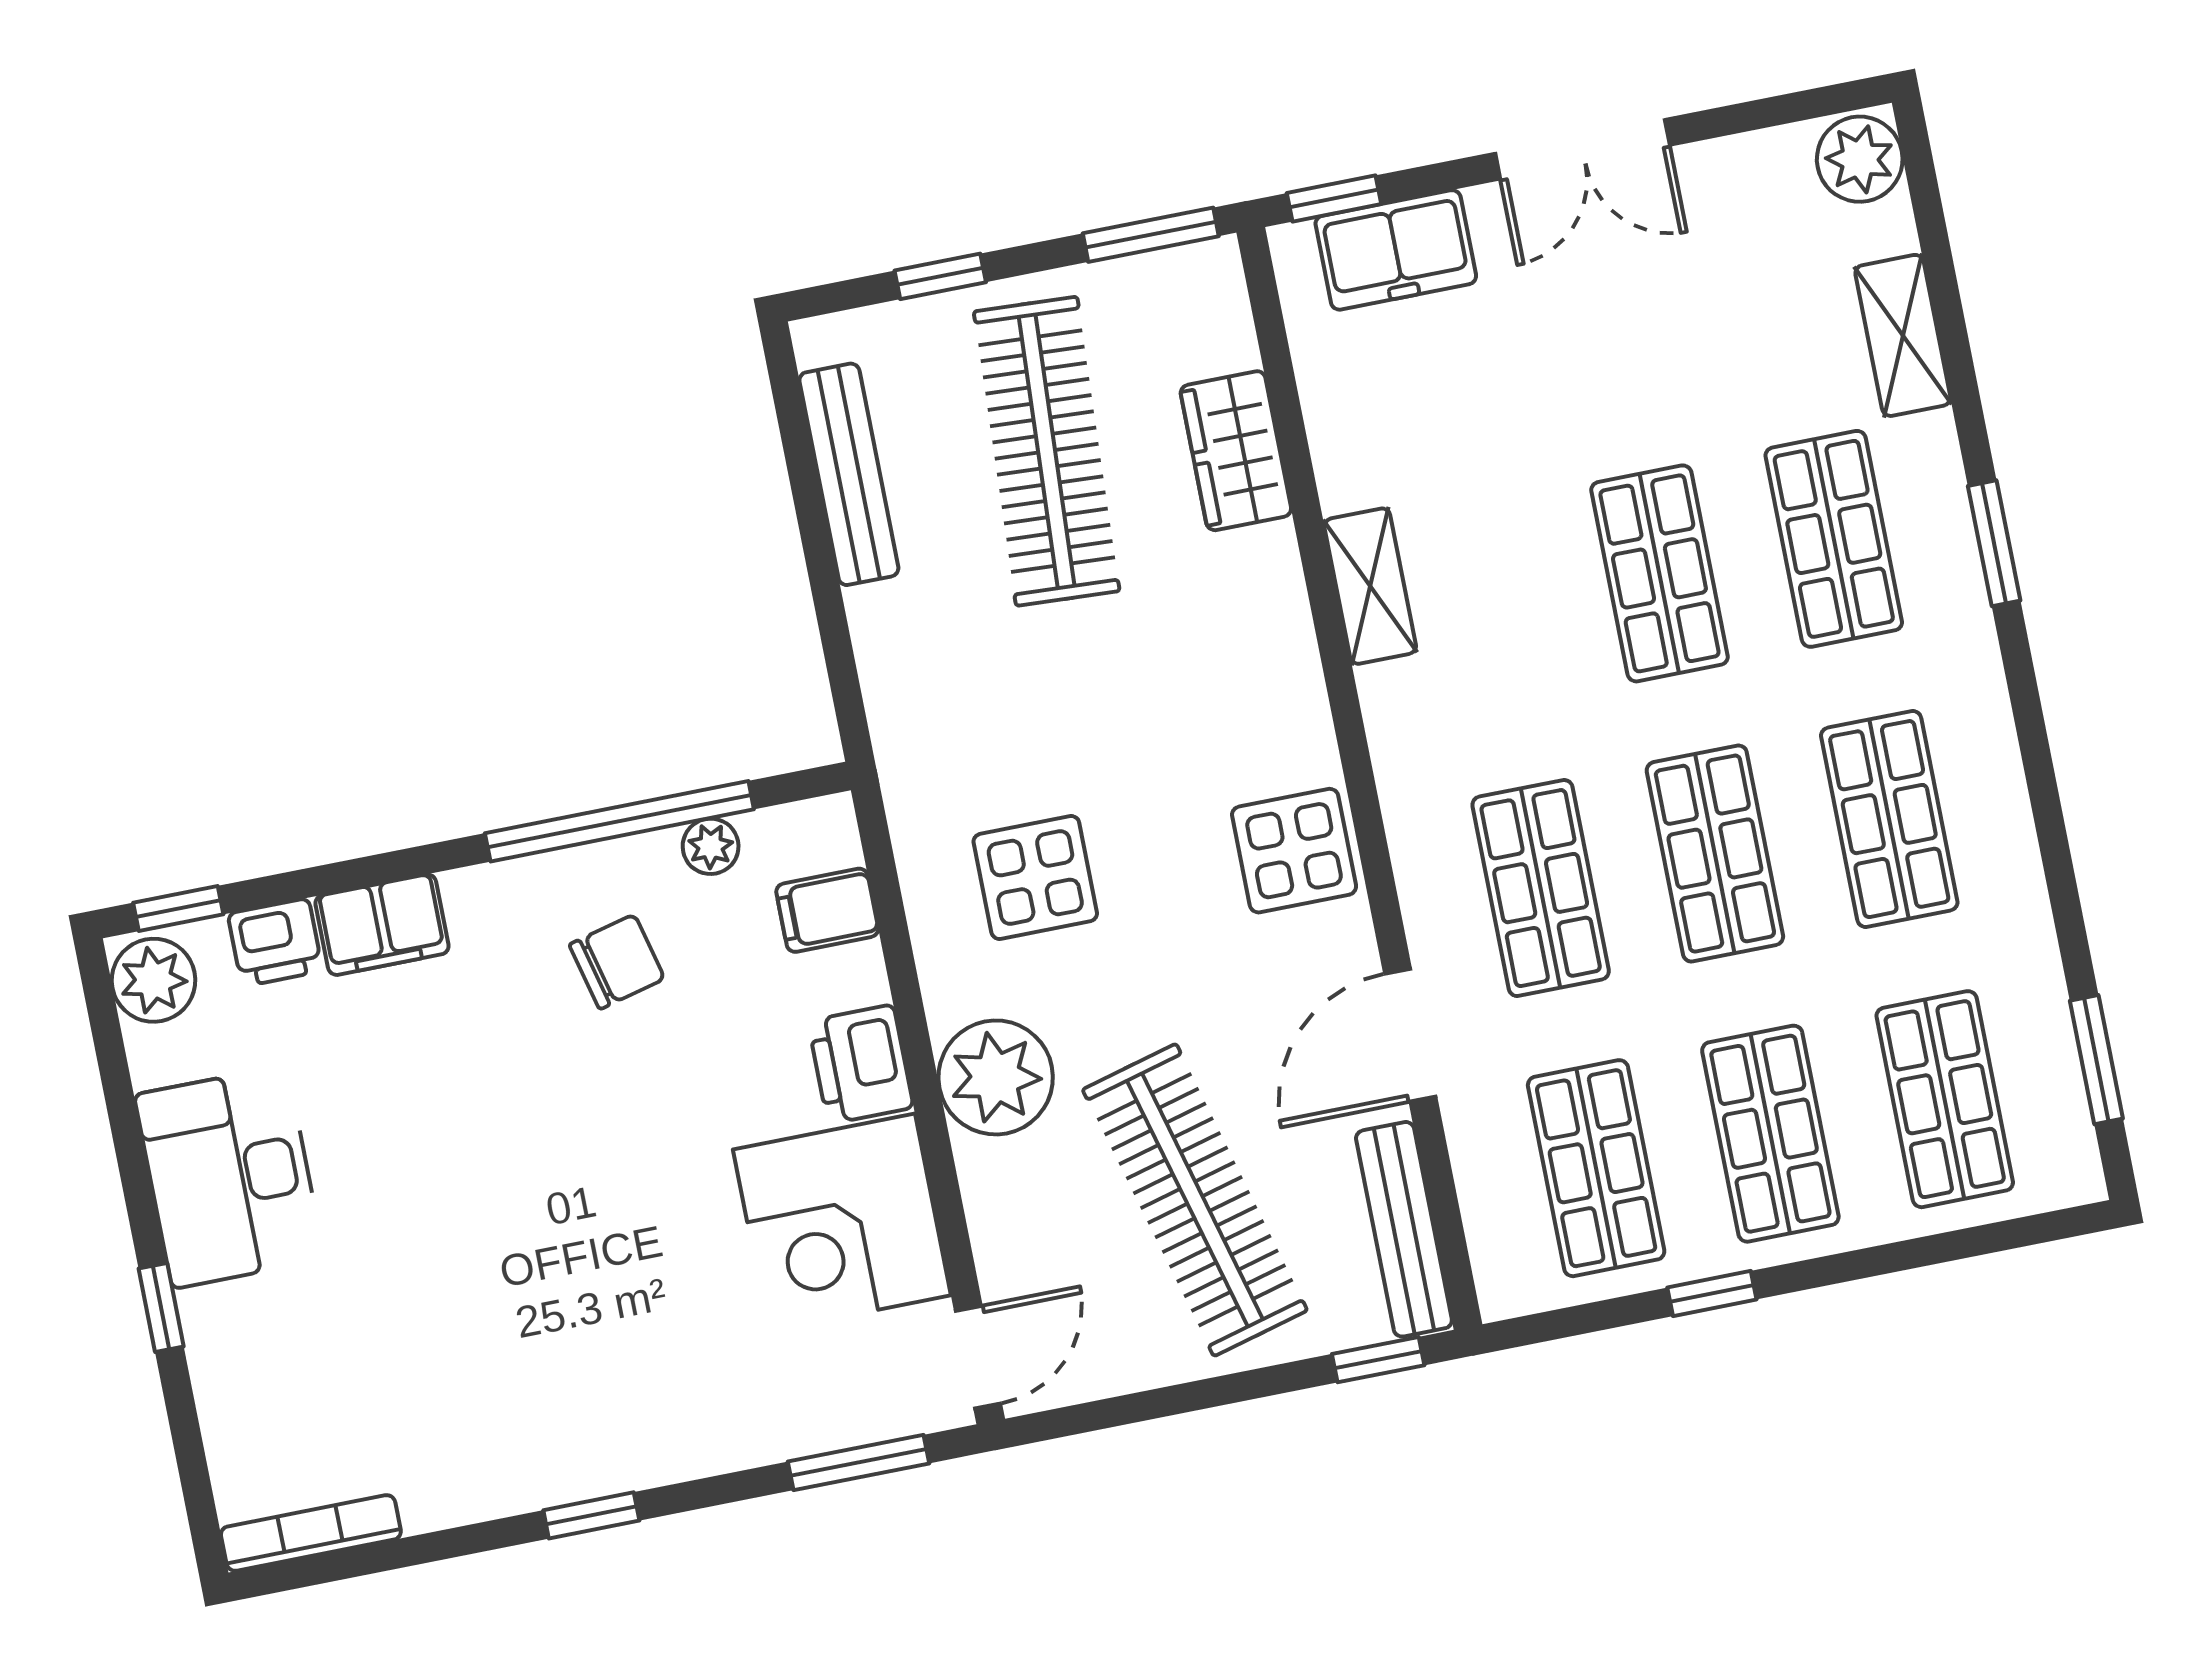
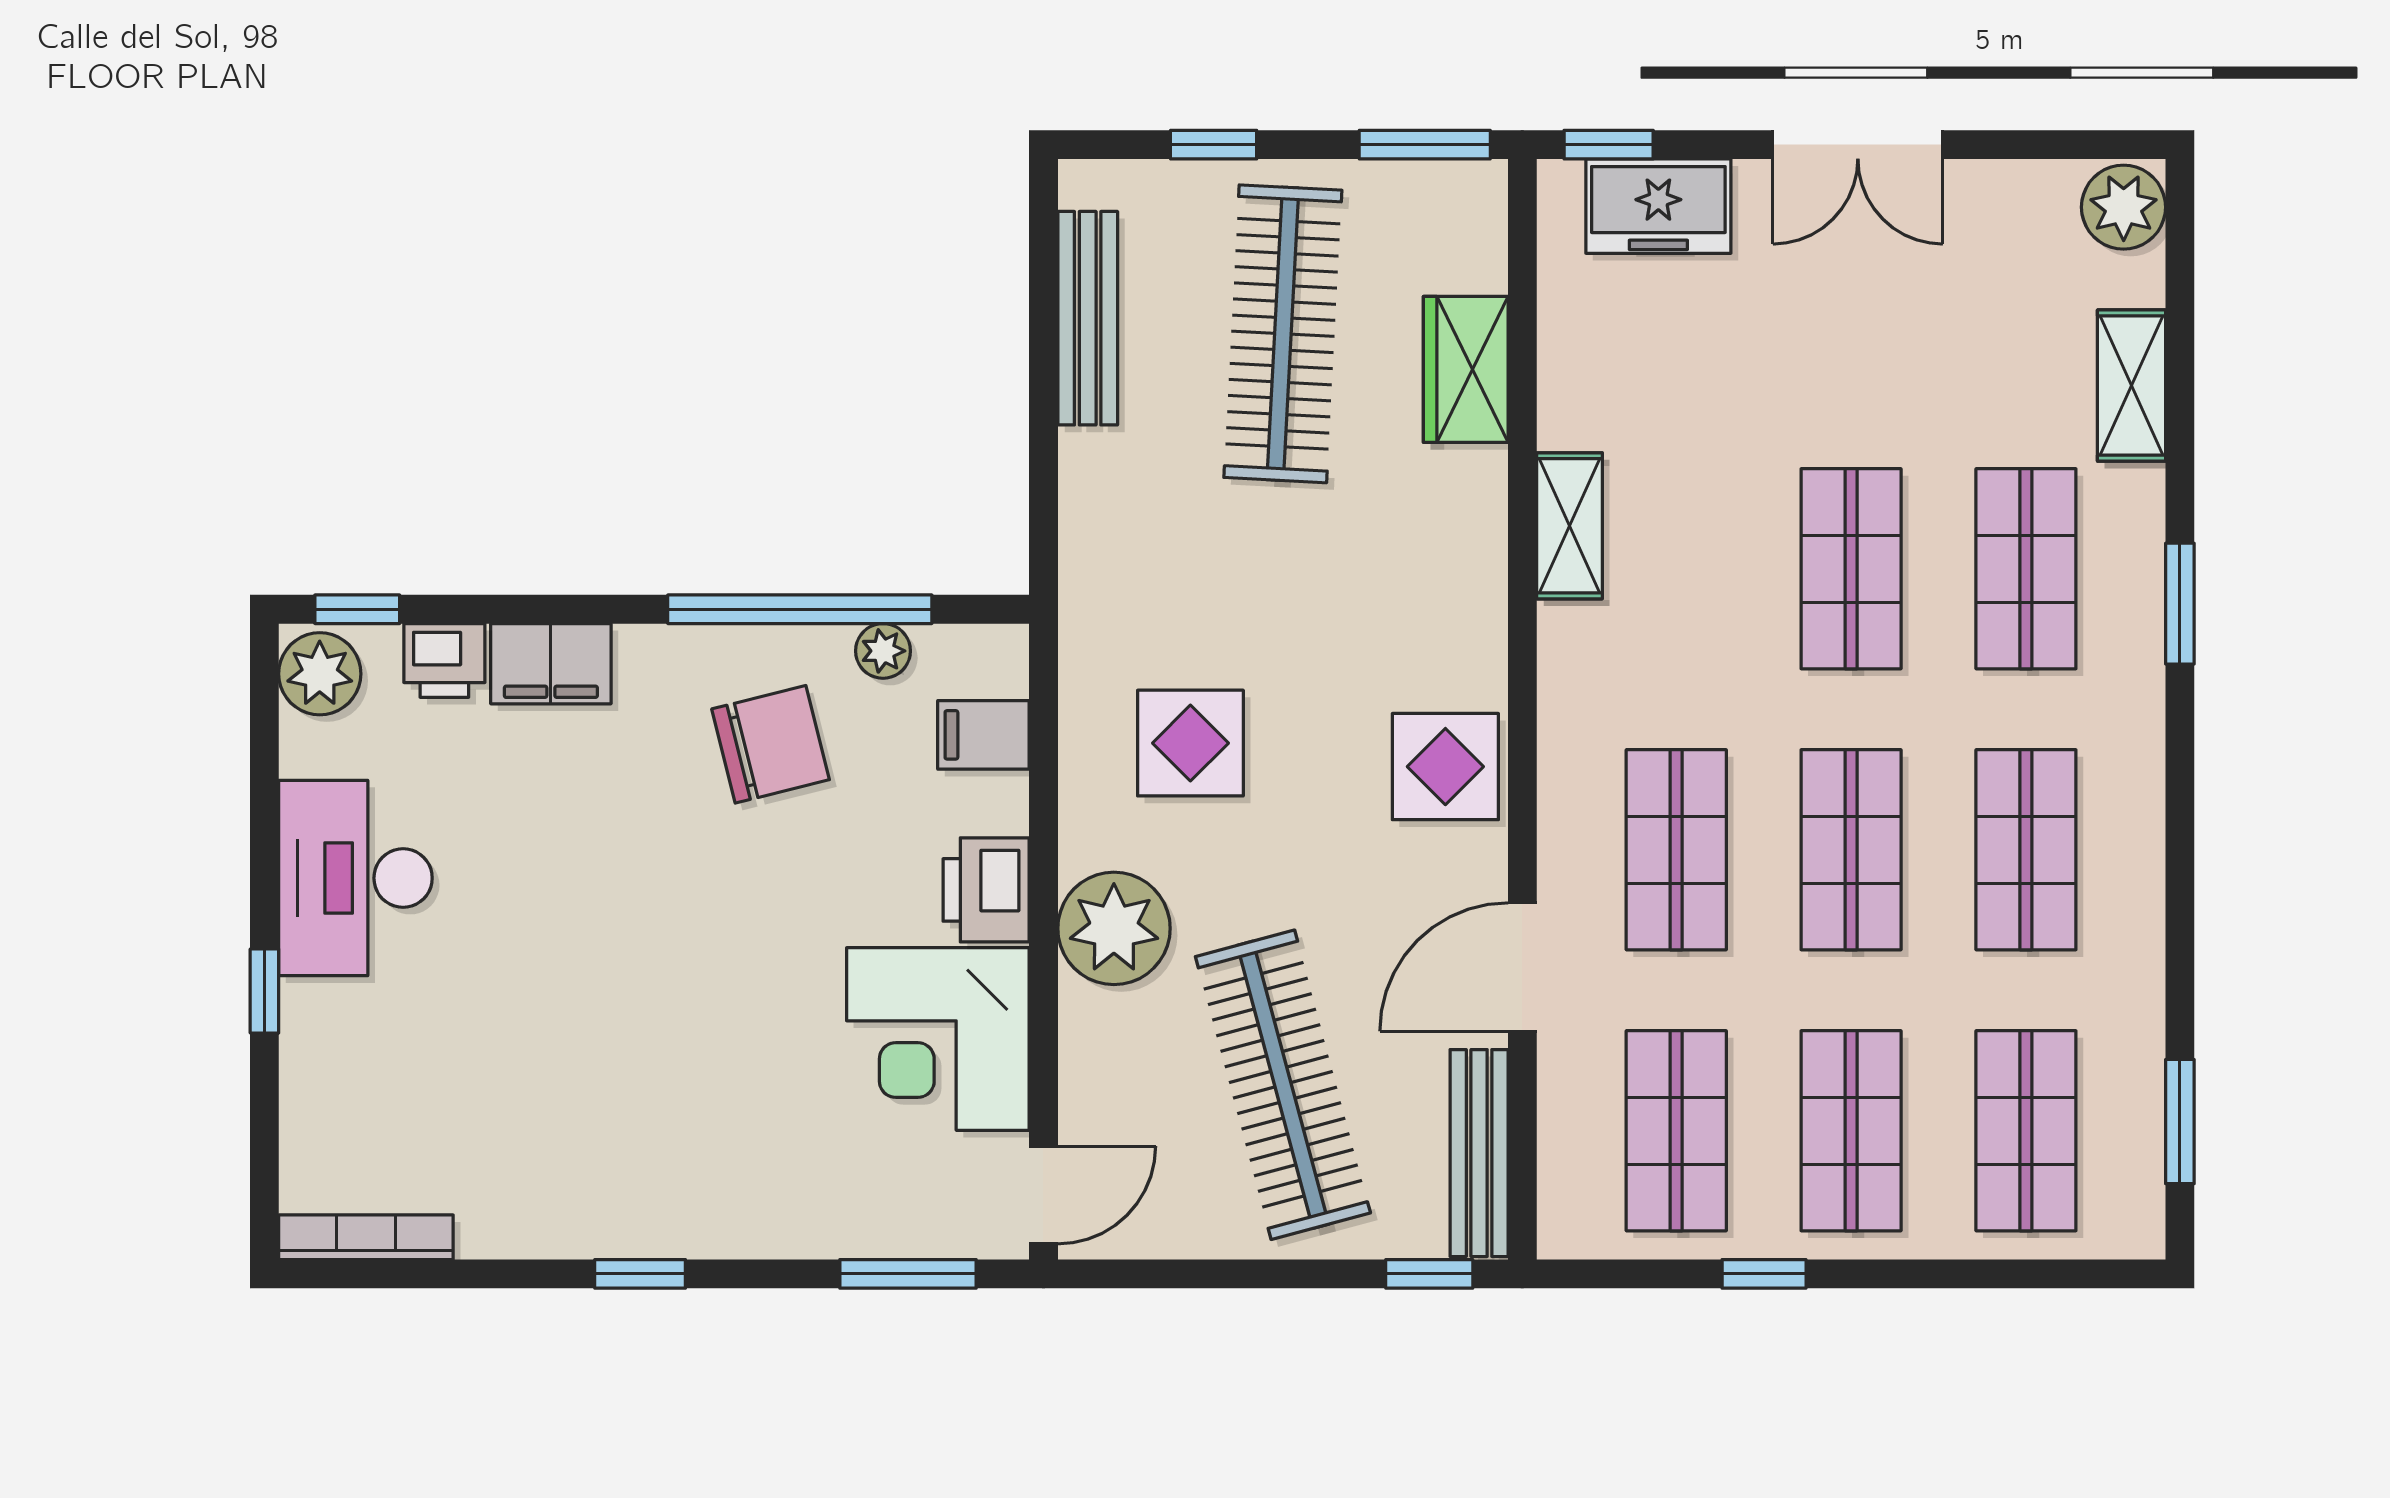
chair: (617, 962) -> (771, 744), width x1.37, depth x1.37

